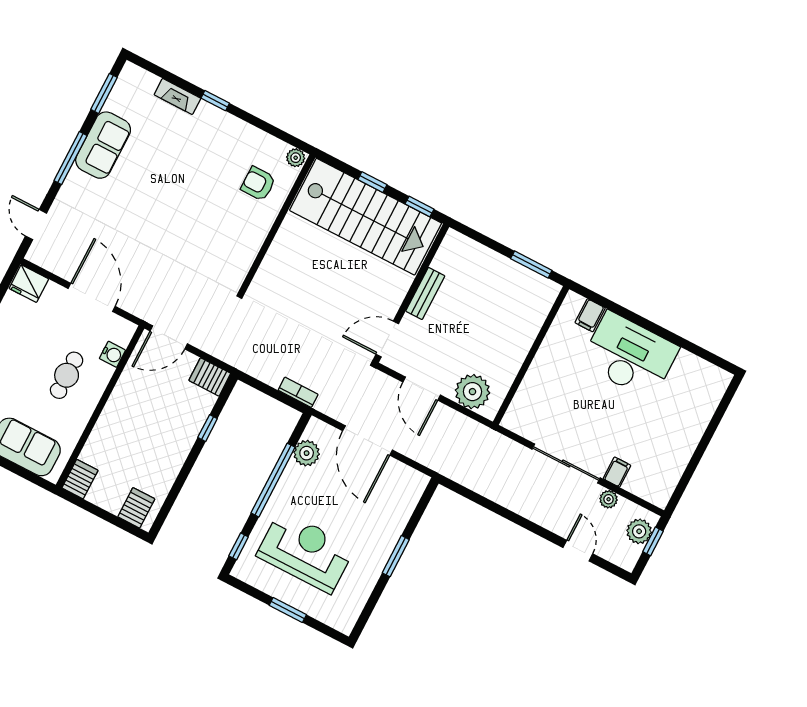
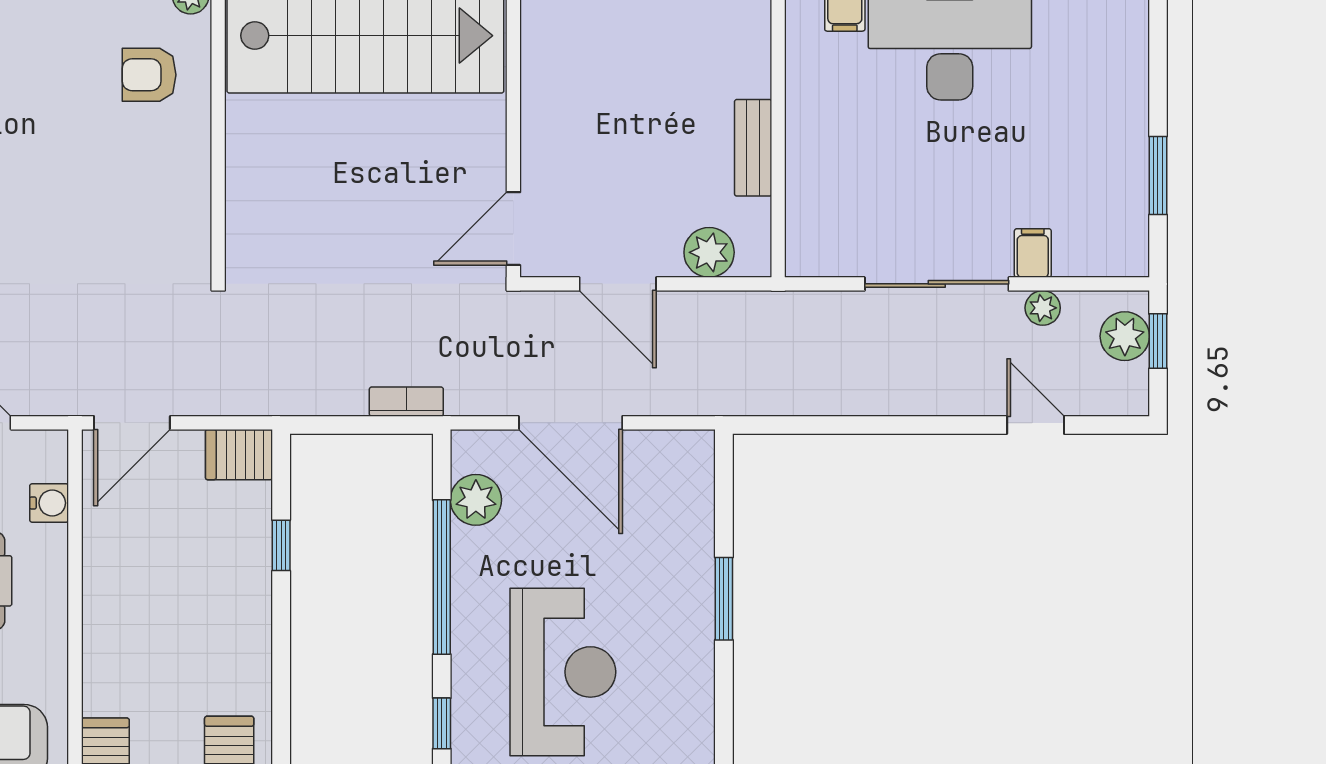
bench: (425, 293) -> (753, 148), moved
plant: (472, 392) -> (709, 252), width x0.73, depth x0.73
window: (692, 466) -> (1158, 175), added
reception desk: (306, 552) -> (563, 672), turned 90

